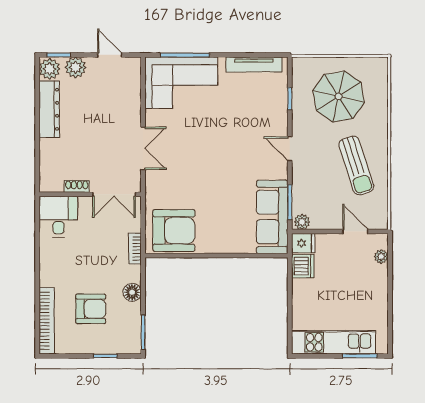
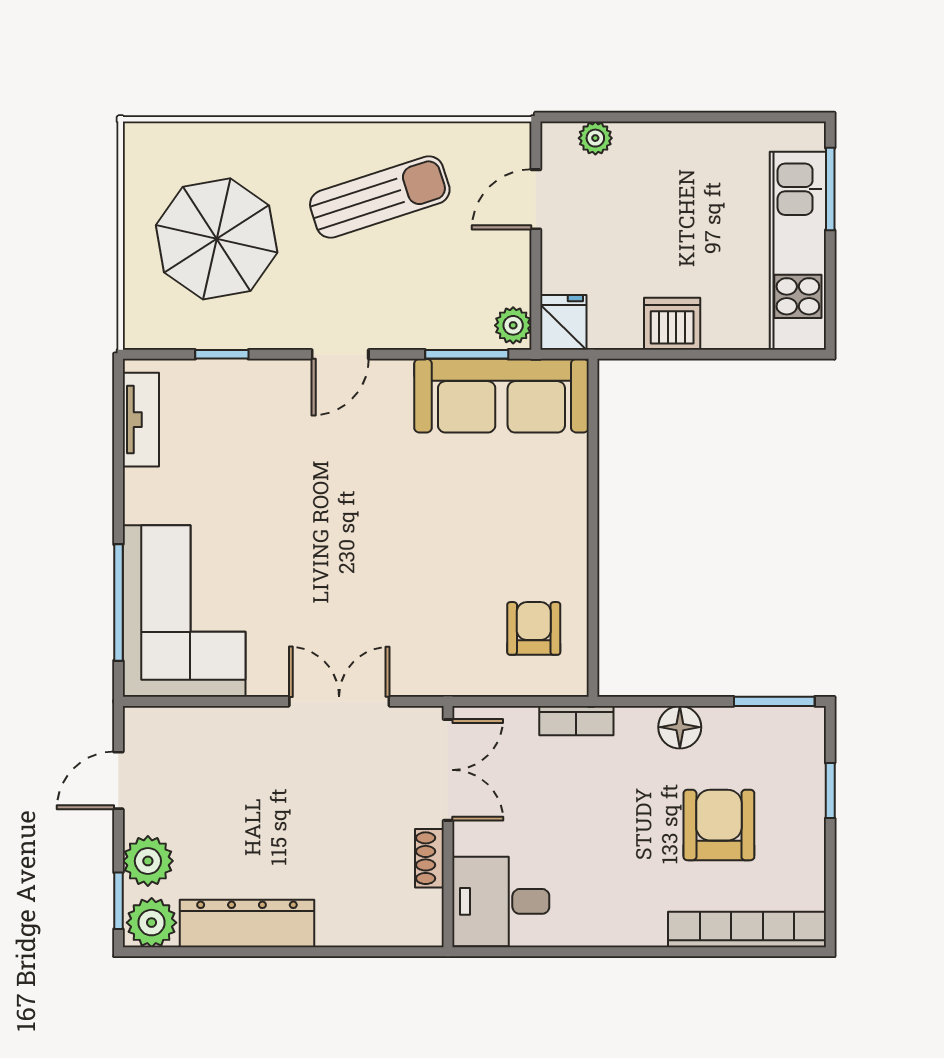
tv unit: (254, 64) -> (141, 420), width x0.71
armchair: (174, 231) -> (534, 628), width x0.53, depth x0.53
dishwasher: (303, 266) -> (672, 324), moved

